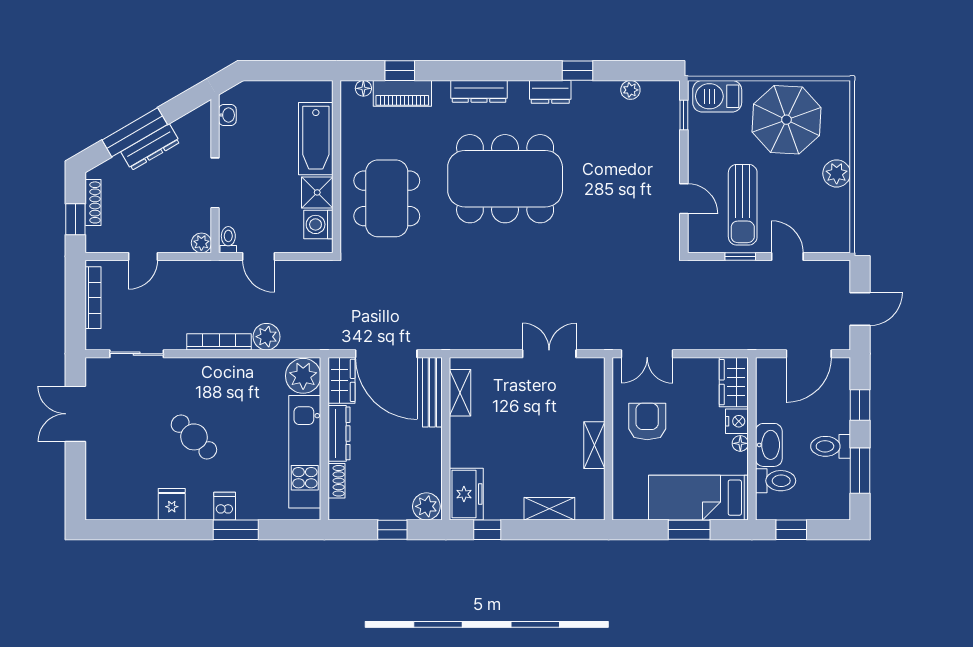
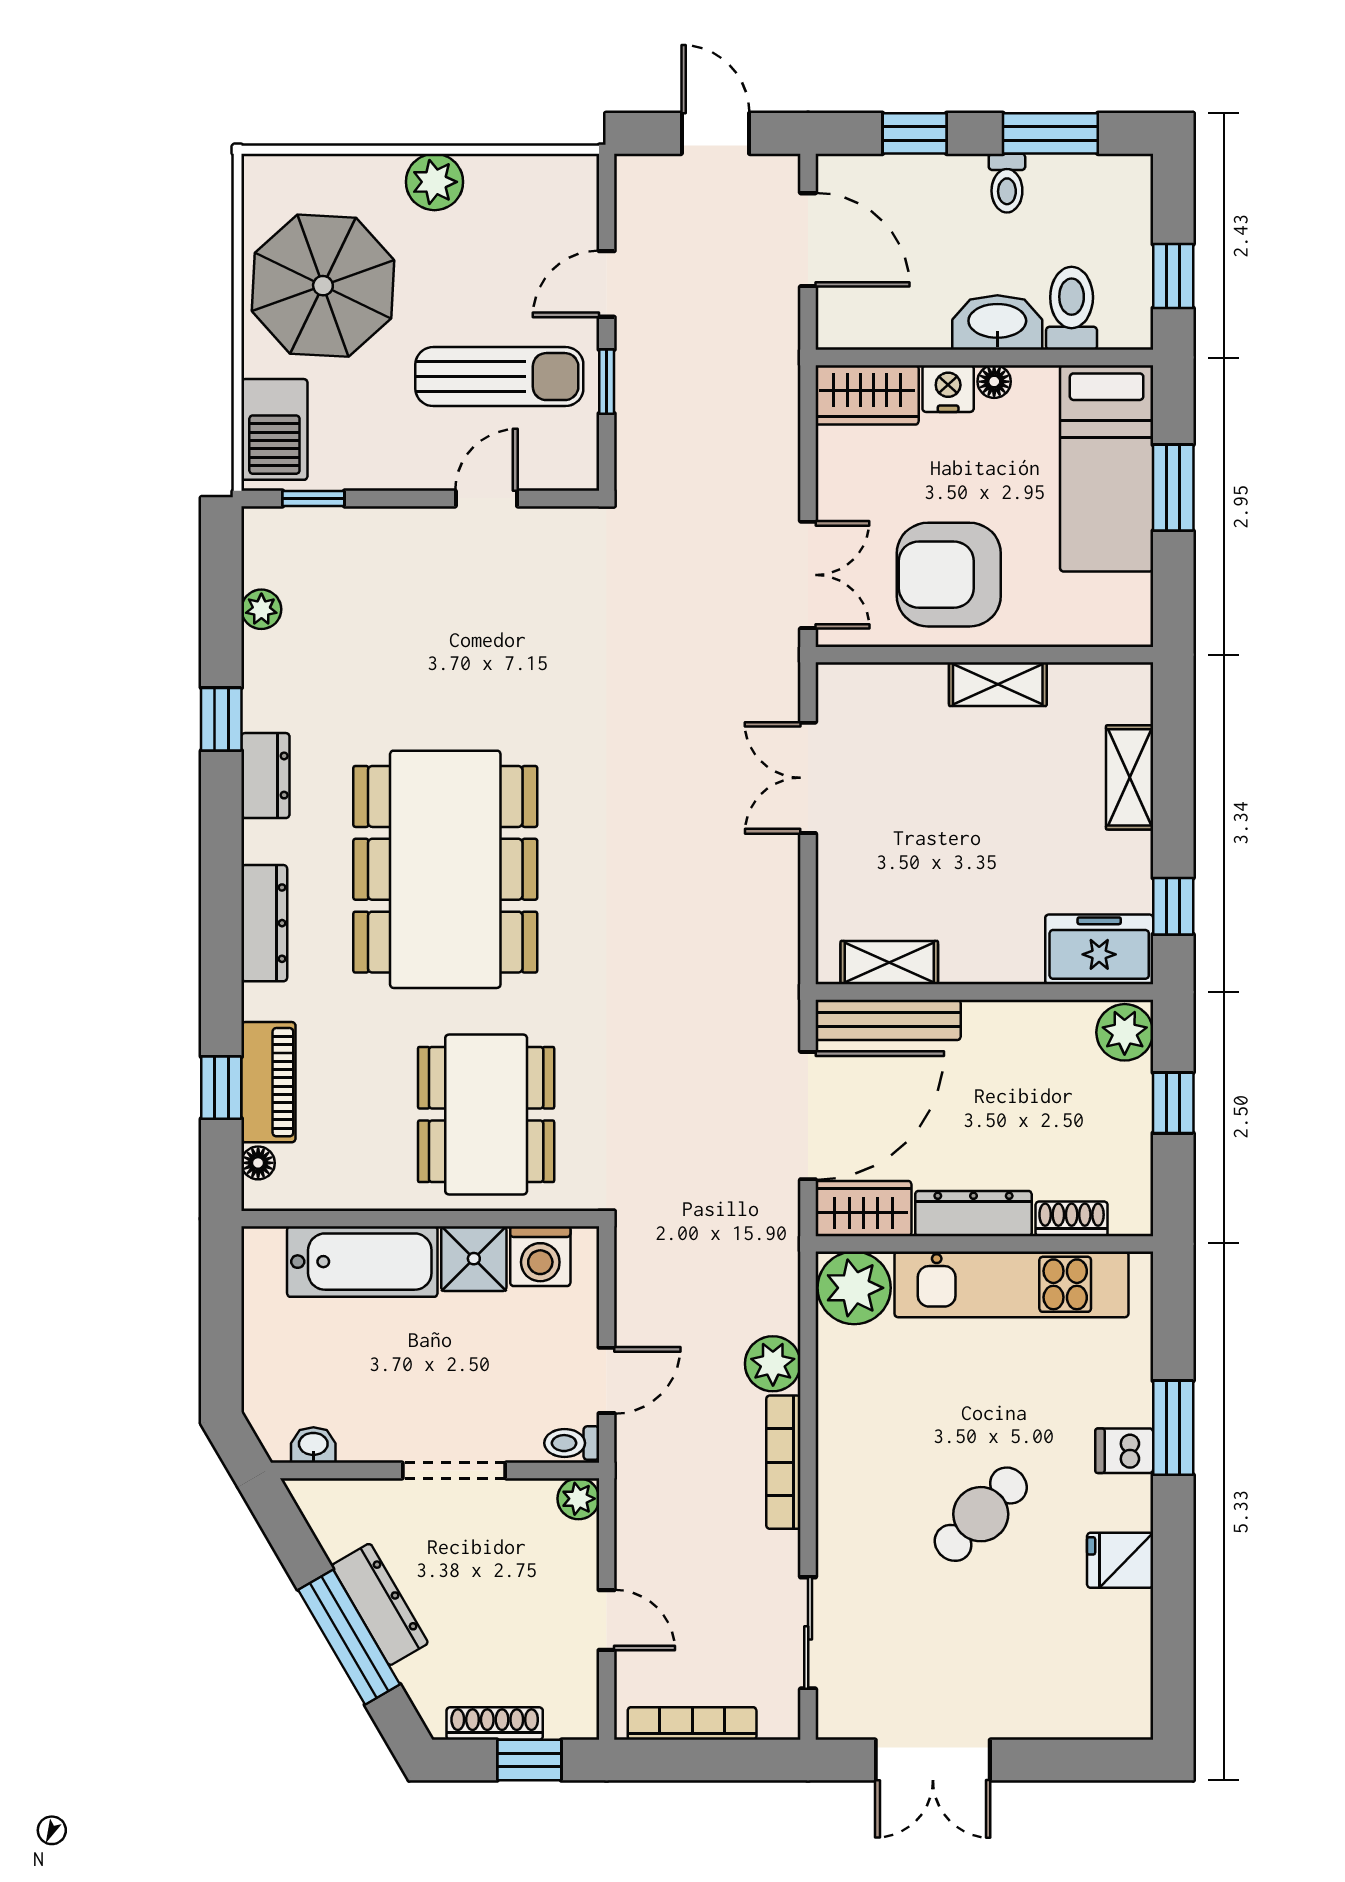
dining table: (387, 198) -> (486, 1114), turned 90
armchair: (647, 422) -> (949, 575), width x1.36, depth x1.36
toilet: (831, 446) -> (1007, 183), width x0.73, depth x0.72

